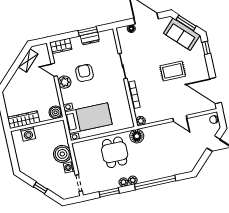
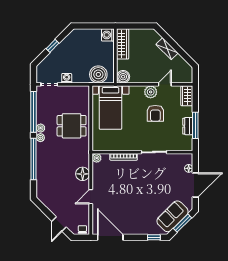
window: (88, 31) -> (195, 125), width x1.44
shelving: (28, 61) -> (167, 49), moved
rug: (173, 71) -> (139, 200), removed
armchair: (84, 73) -> (155, 113), turned 90
door: (215, 91) -> (110, 237), hinge flipped
washing machine: (28, 134) -> (108, 35), moved
floor lamp: (137, 136) -> (83, 174), moved
boiler: (62, 154) -> (98, 74), moved
window: (109, 193) -> (33, 112), width x2.11

